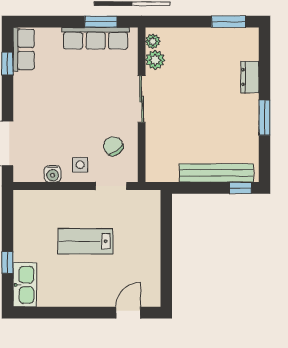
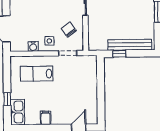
window: (240, 188) -> (119, 54), moved
lab bench: (85, 241) -> (37, 74), moved
filing cabinet: (72, 295) -> (46, 118), added

